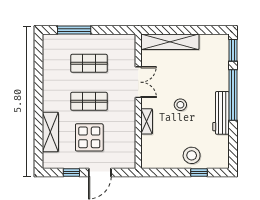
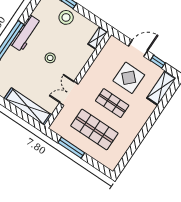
window: (74, 30) -> (71, 148), moved
shop shelf: (89, 63) -> (94, 129), width x1.43, depth x1.36
shelving: (147, 121) -> (98, 38), moved
shelving: (50, 132) -> (161, 88), moved

